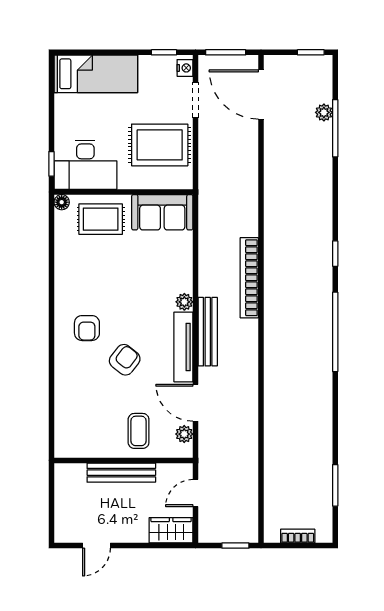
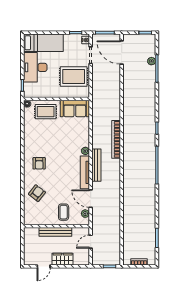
desk: (85, 165) -> (35, 67), moved, turned 90
armchair: (125, 360) -> (37, 193), moved
wardrobe: (171, 530) -> (63, 259), moved

